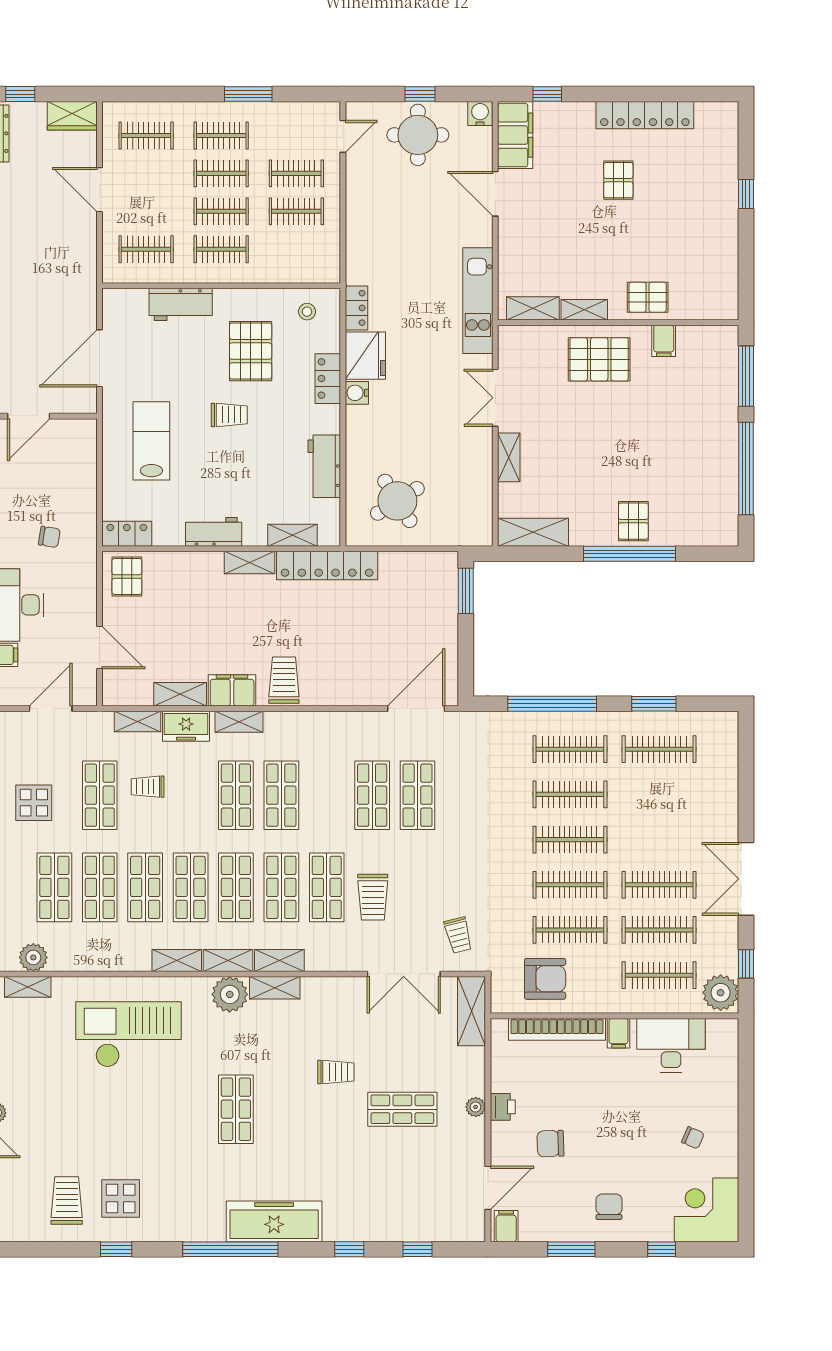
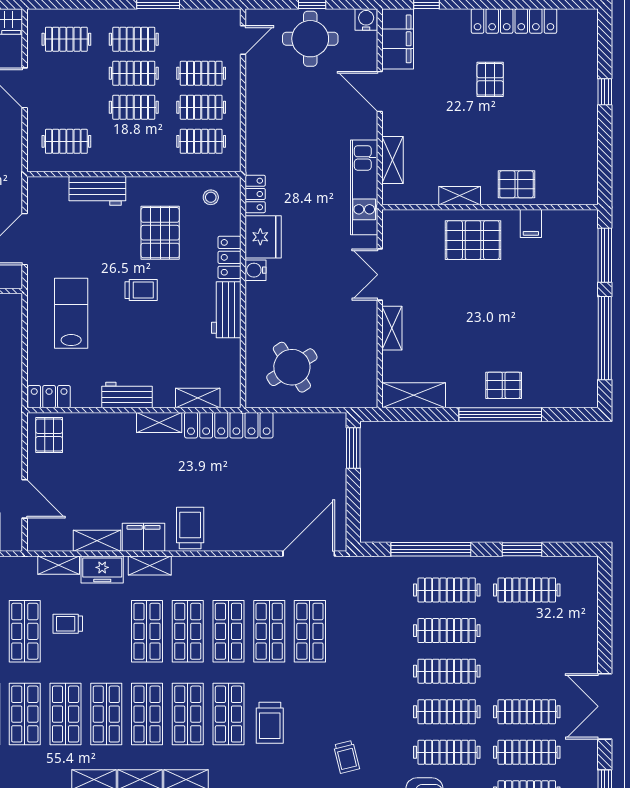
clothes rail: (221, 249) -> (201, 141), moved
shelving: (533, 308) -> (393, 160), moved, turned 90
workbench: (324, 466) -> (226, 310), moved
pallet: (633, 521) -> (504, 385), turned 90
shop shelf: (327, 795) -> (228, 631), added

